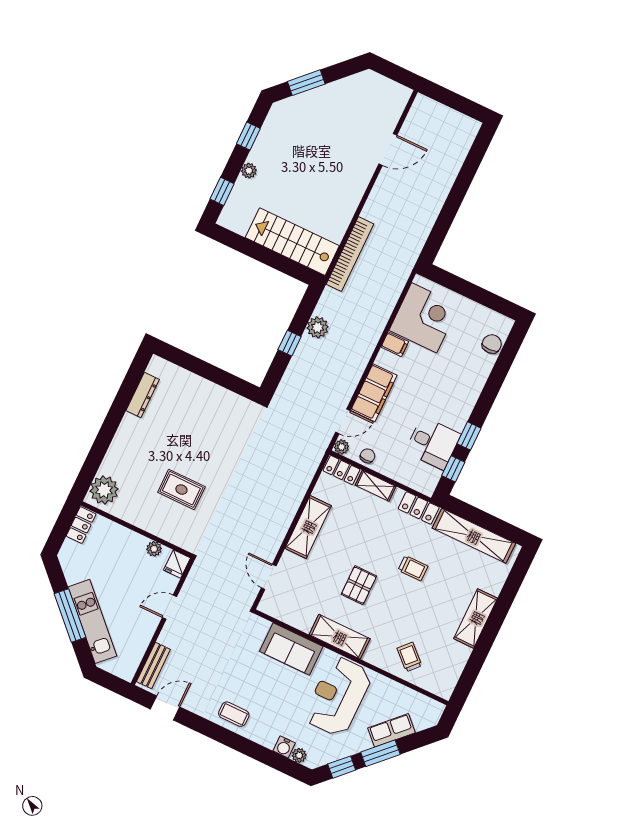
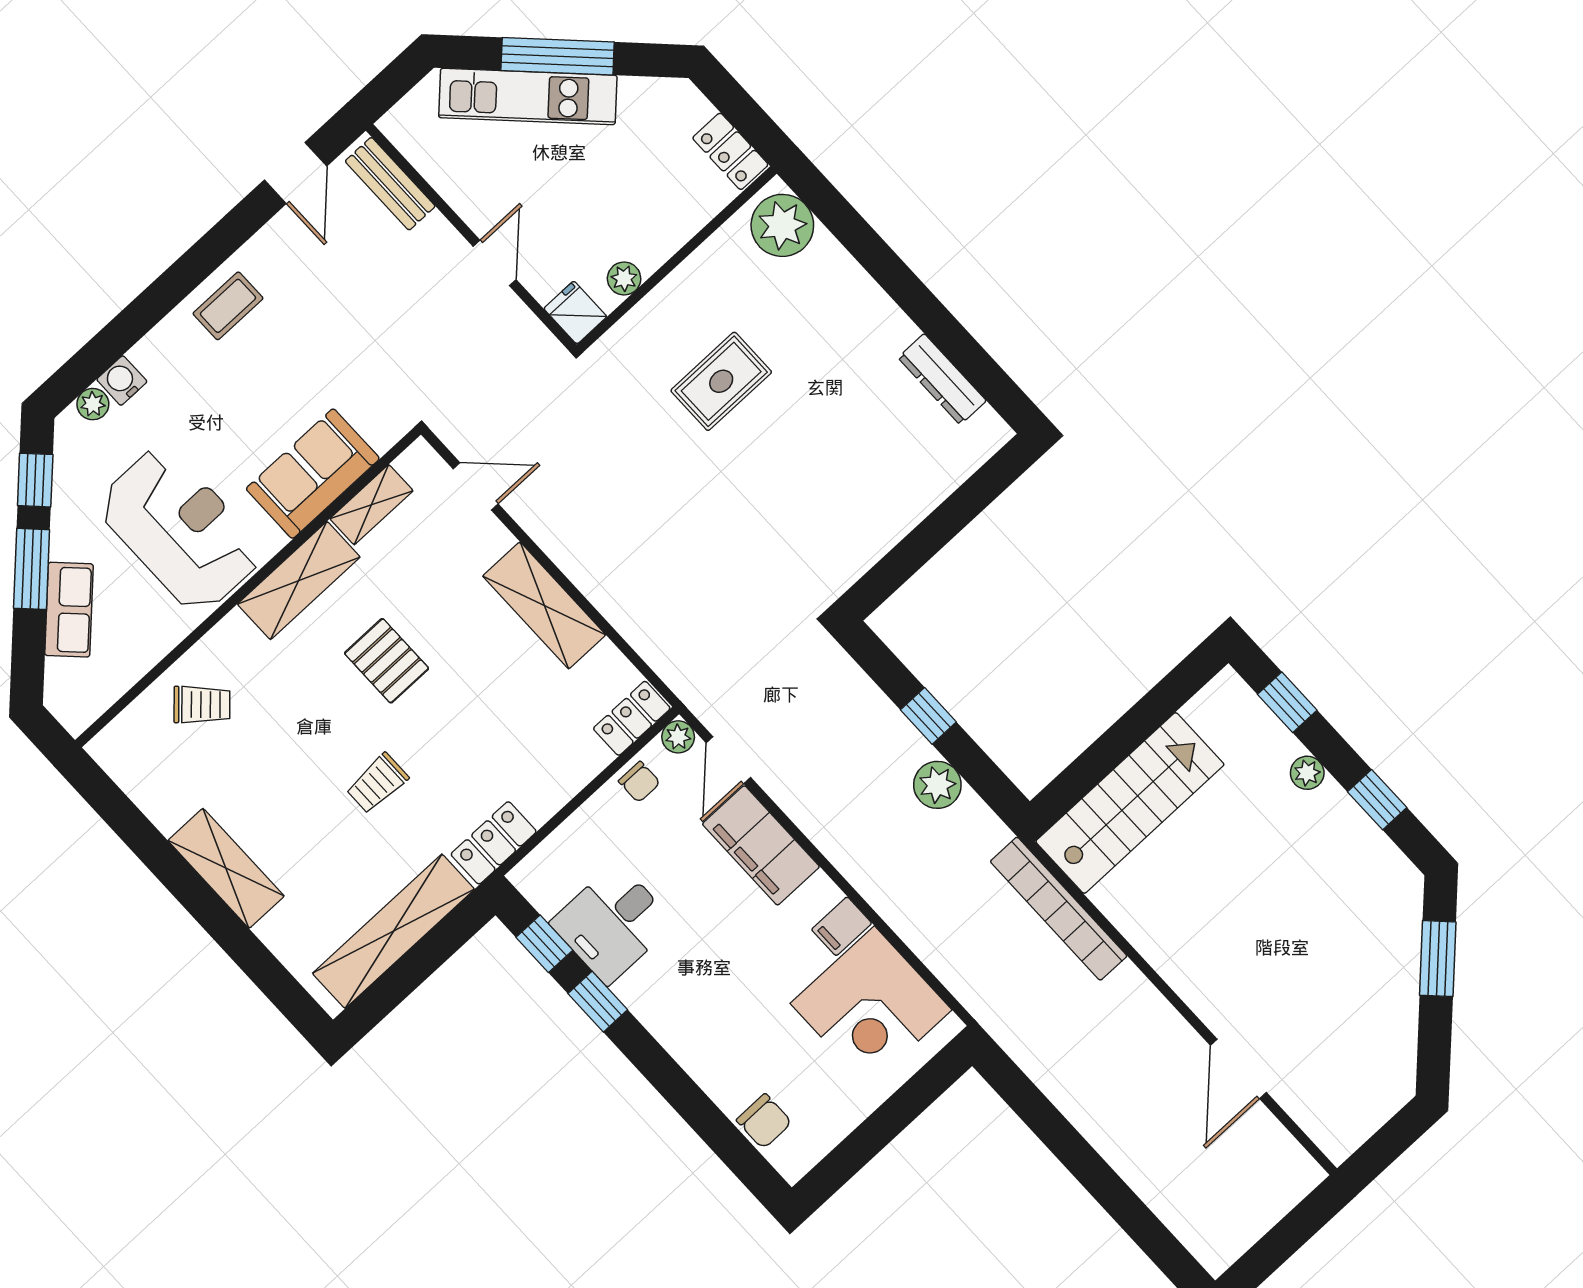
shelving: (376, 486) -> (371, 505), moved

